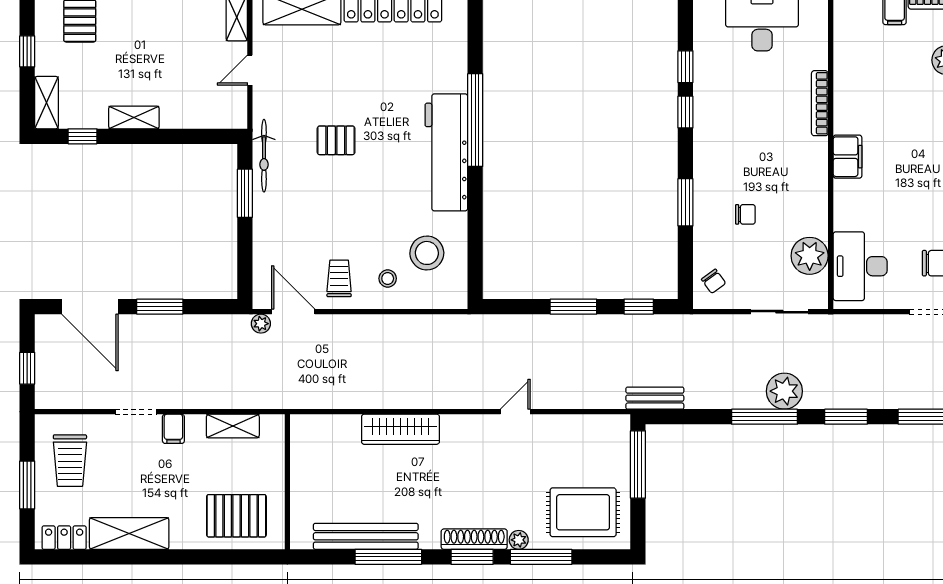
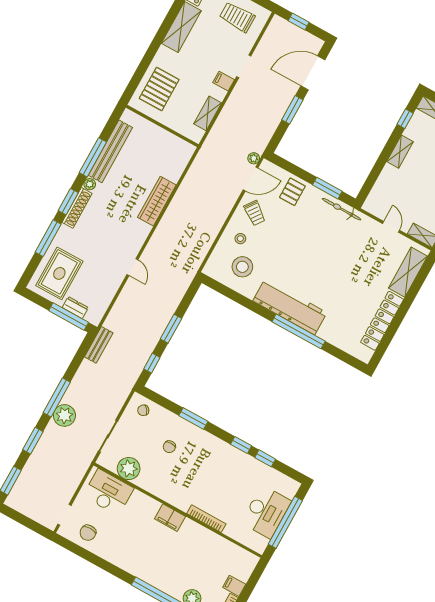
pallet: (336, 140) -> (292, 192), moved
trolley: (339, 278) -> (255, 213), turned 36
dresser: (620, 462) -> (75, 308), added
plant: (519, 540) -> (90, 184), moved

